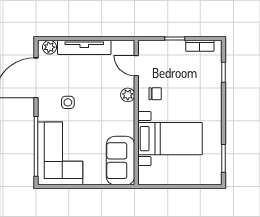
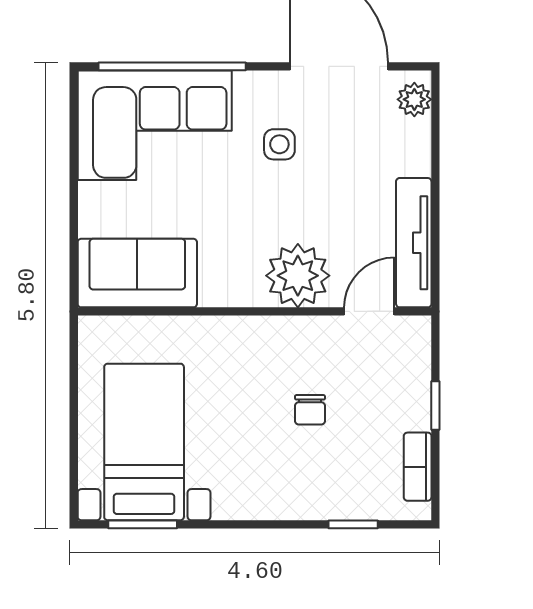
tv unit: (84, 47) -> (414, 243), moved
chair: (155, 94) -> (310, 410), moved
plant: (128, 95) -> (298, 276), width x1.88, depth x1.88
bed with nightstands: (170, 139) -> (144, 442), moved, turned 180

